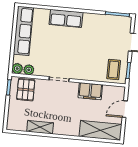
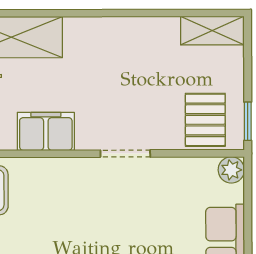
plant: (29, 70) -> (203, 170), removed
shelving: (40, 127) -> (212, 31), moved

